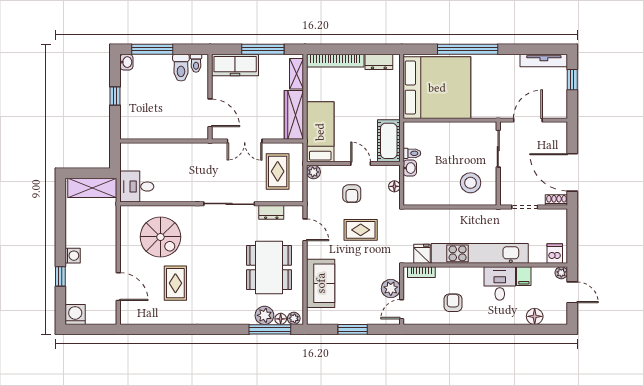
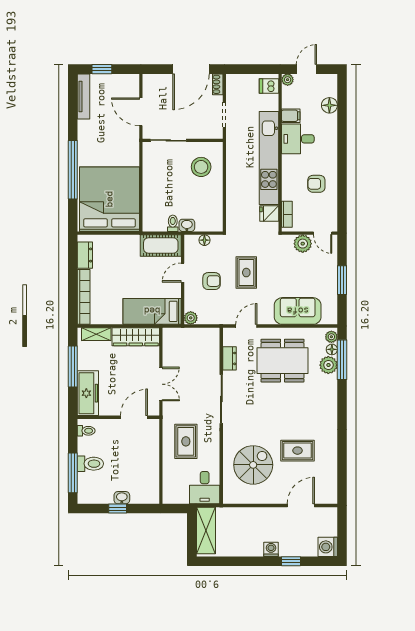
washbasin: (126, 62) -> (122, 498), moved
toilet: (181, 68) -> (90, 464), moved
rug: (278, 171) -> (186, 441), moved, turned 90

